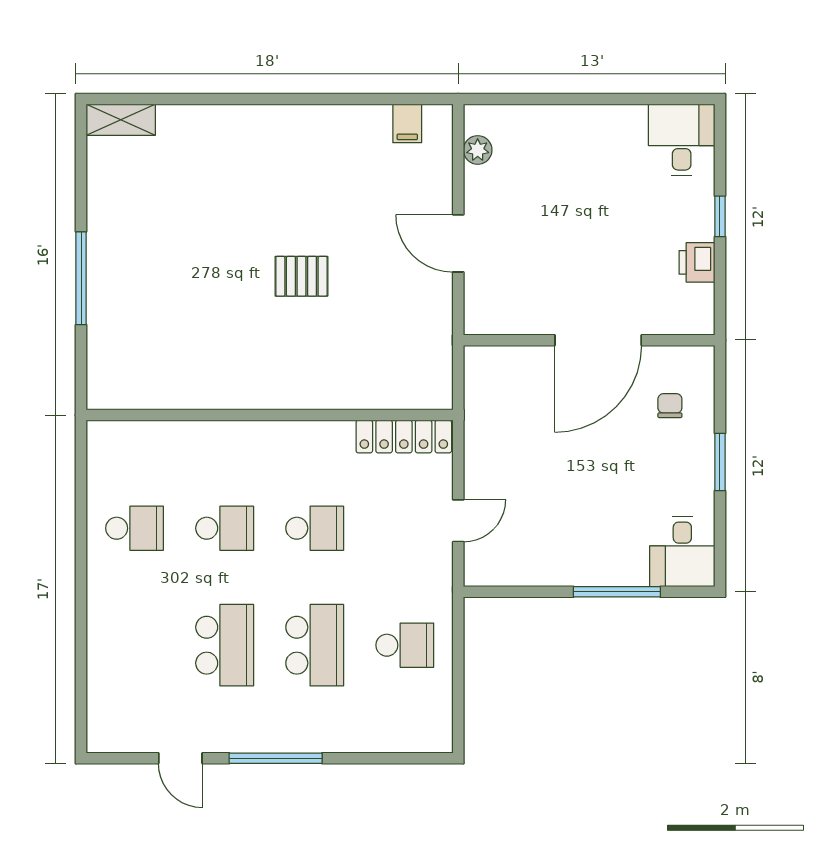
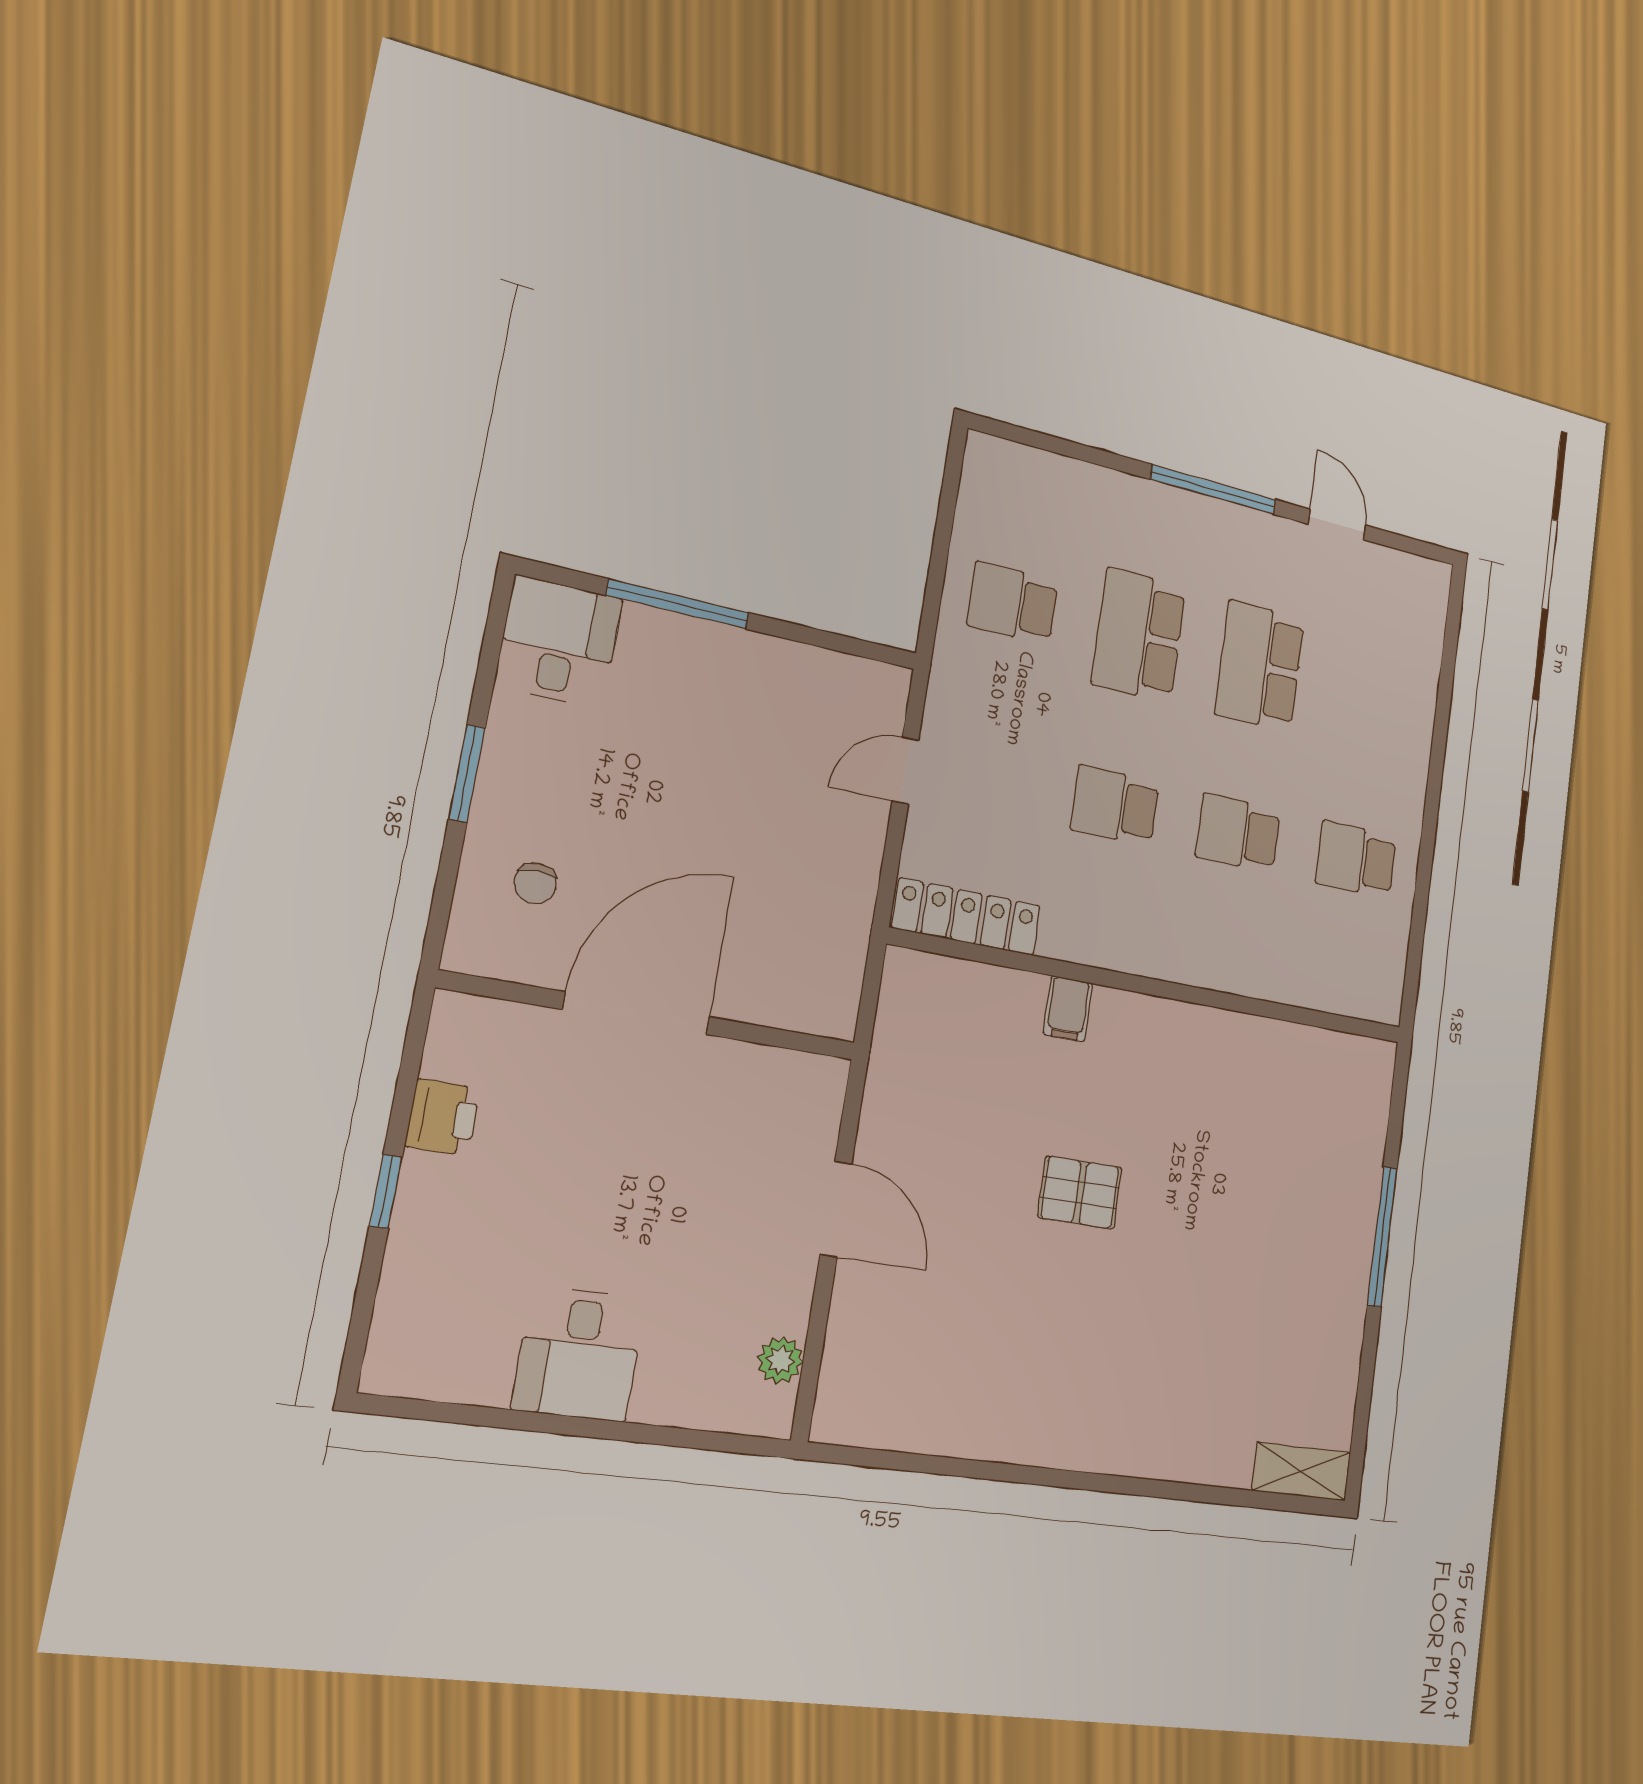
filing cabinet: (407, 123) -> (1068, 1009), moved, turned 180
desk: (682, 140) -> (579, 1354), moved

